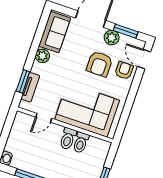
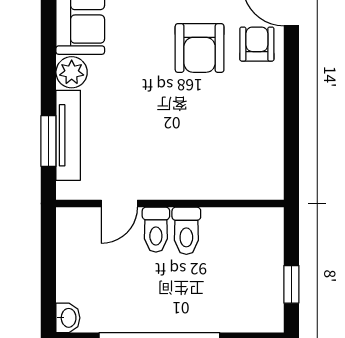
tv unit: (30, 87) -> (68, 135), width x1.41
corner sofa: (87, 110) -> (206, 155), removed
toilet: (81, 143) -> (156, 230), moved

